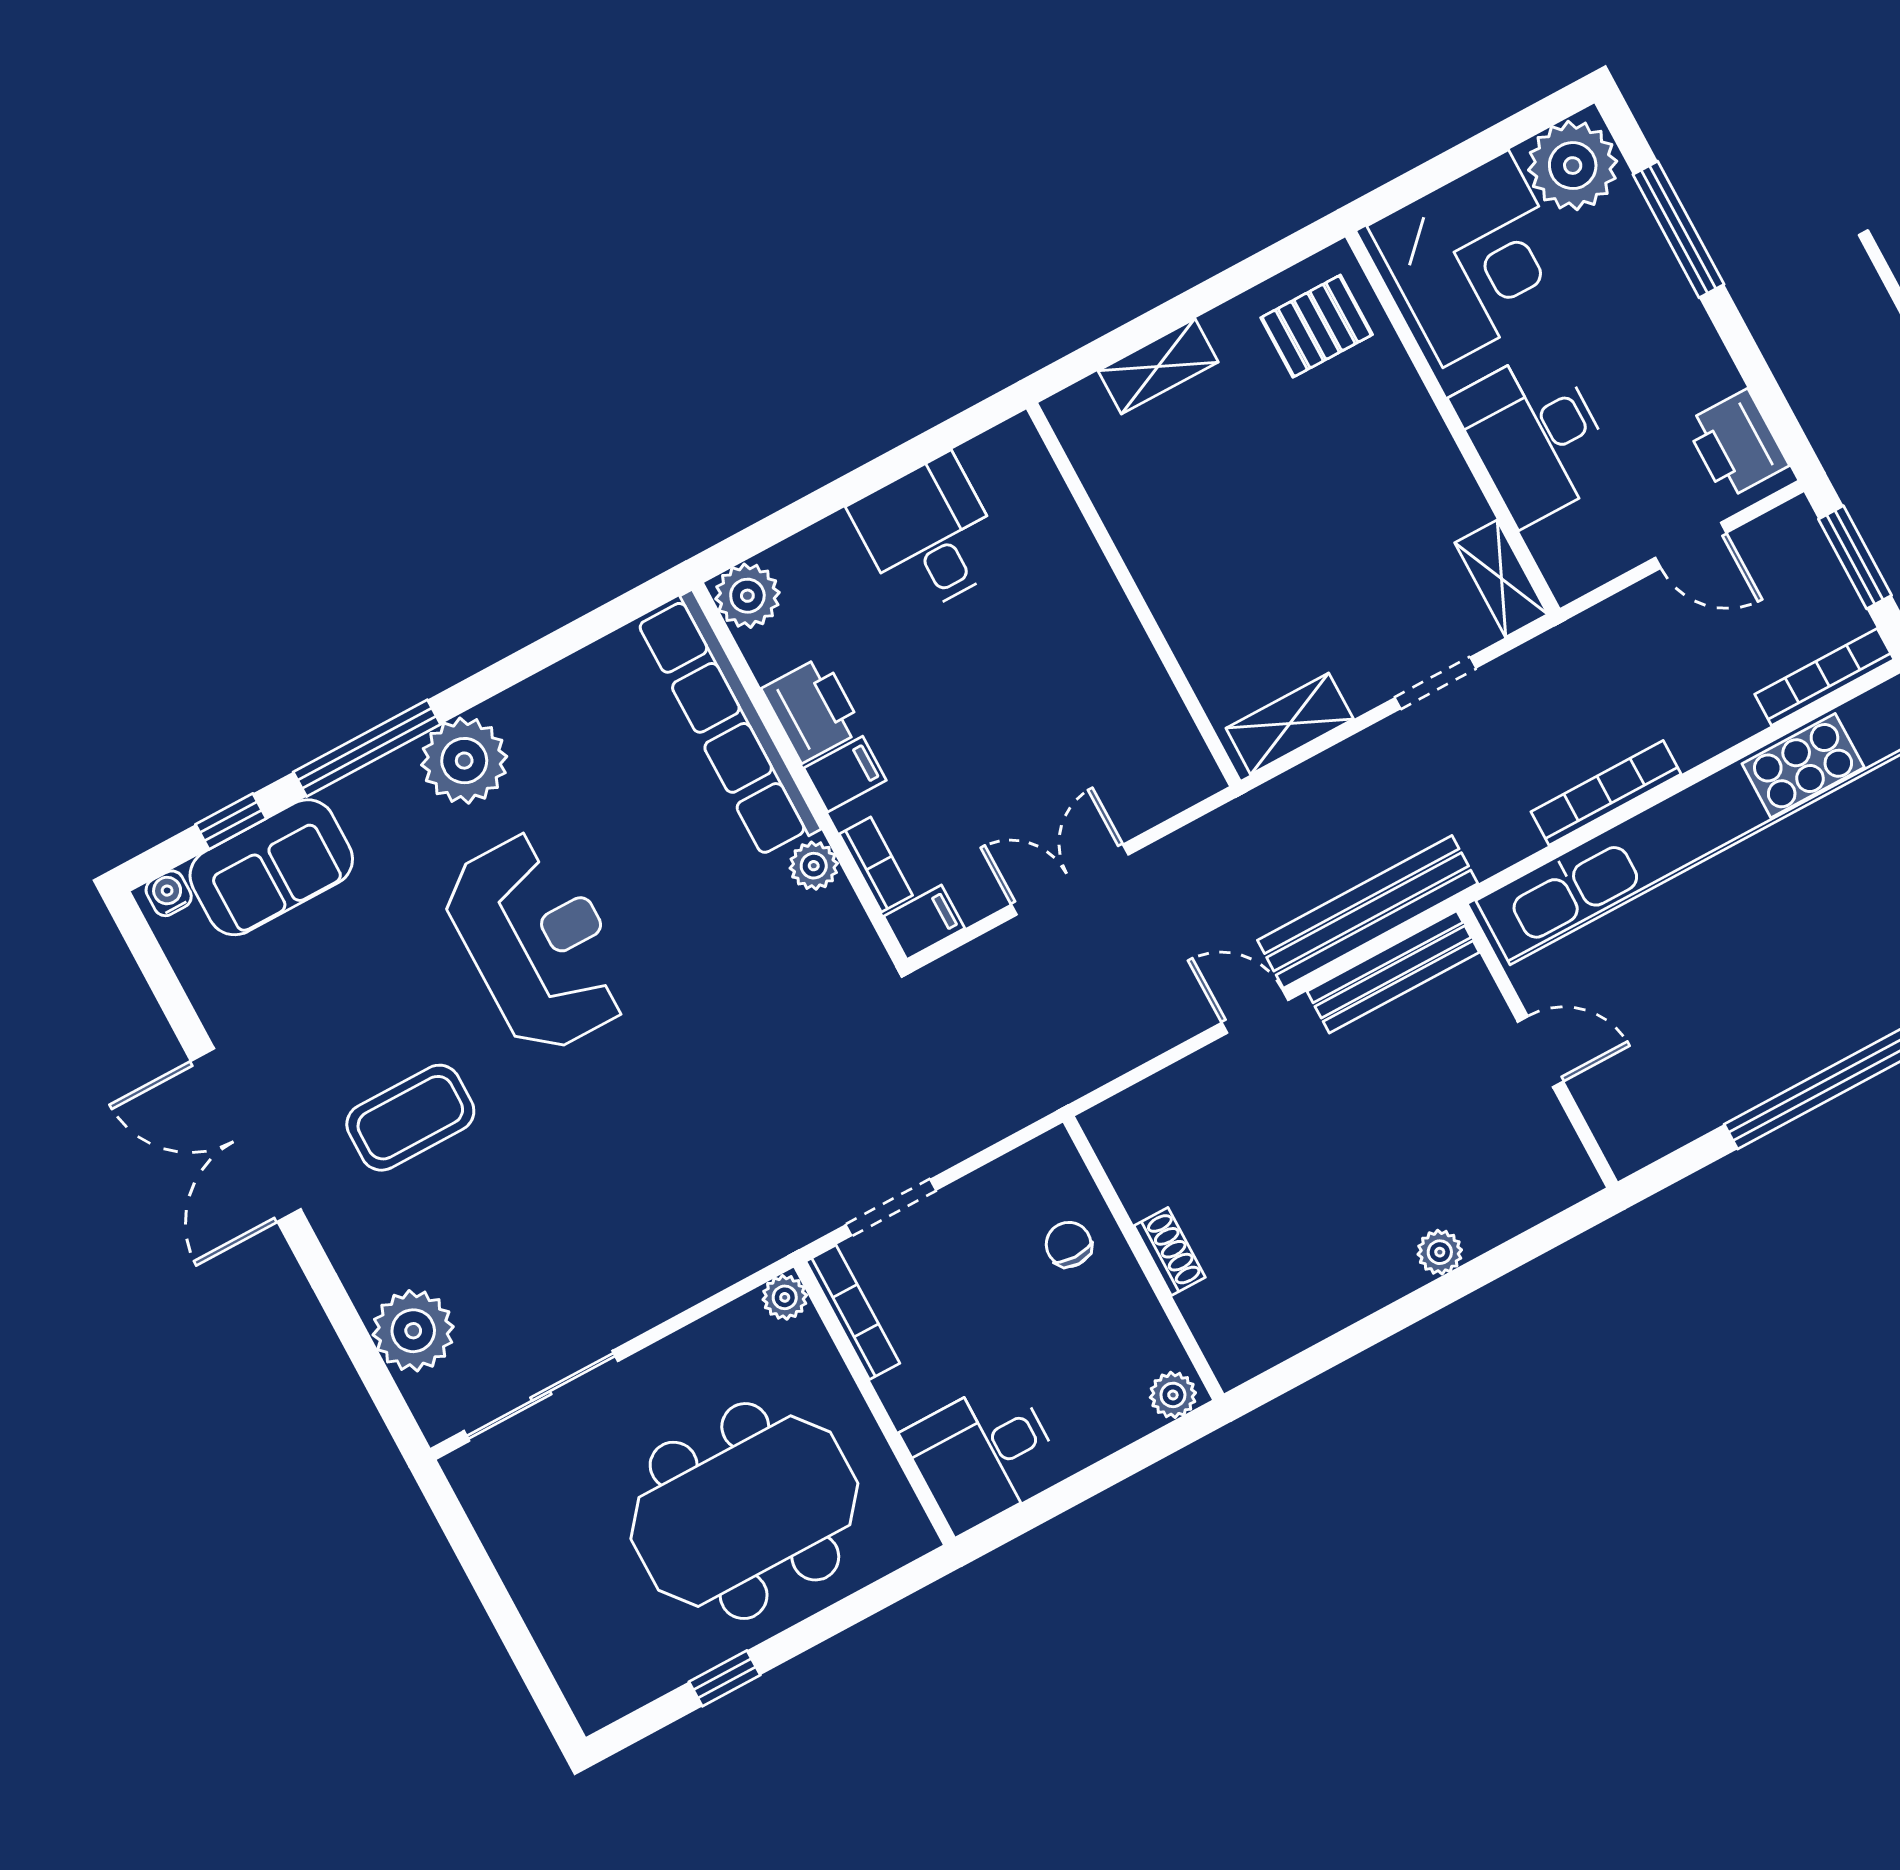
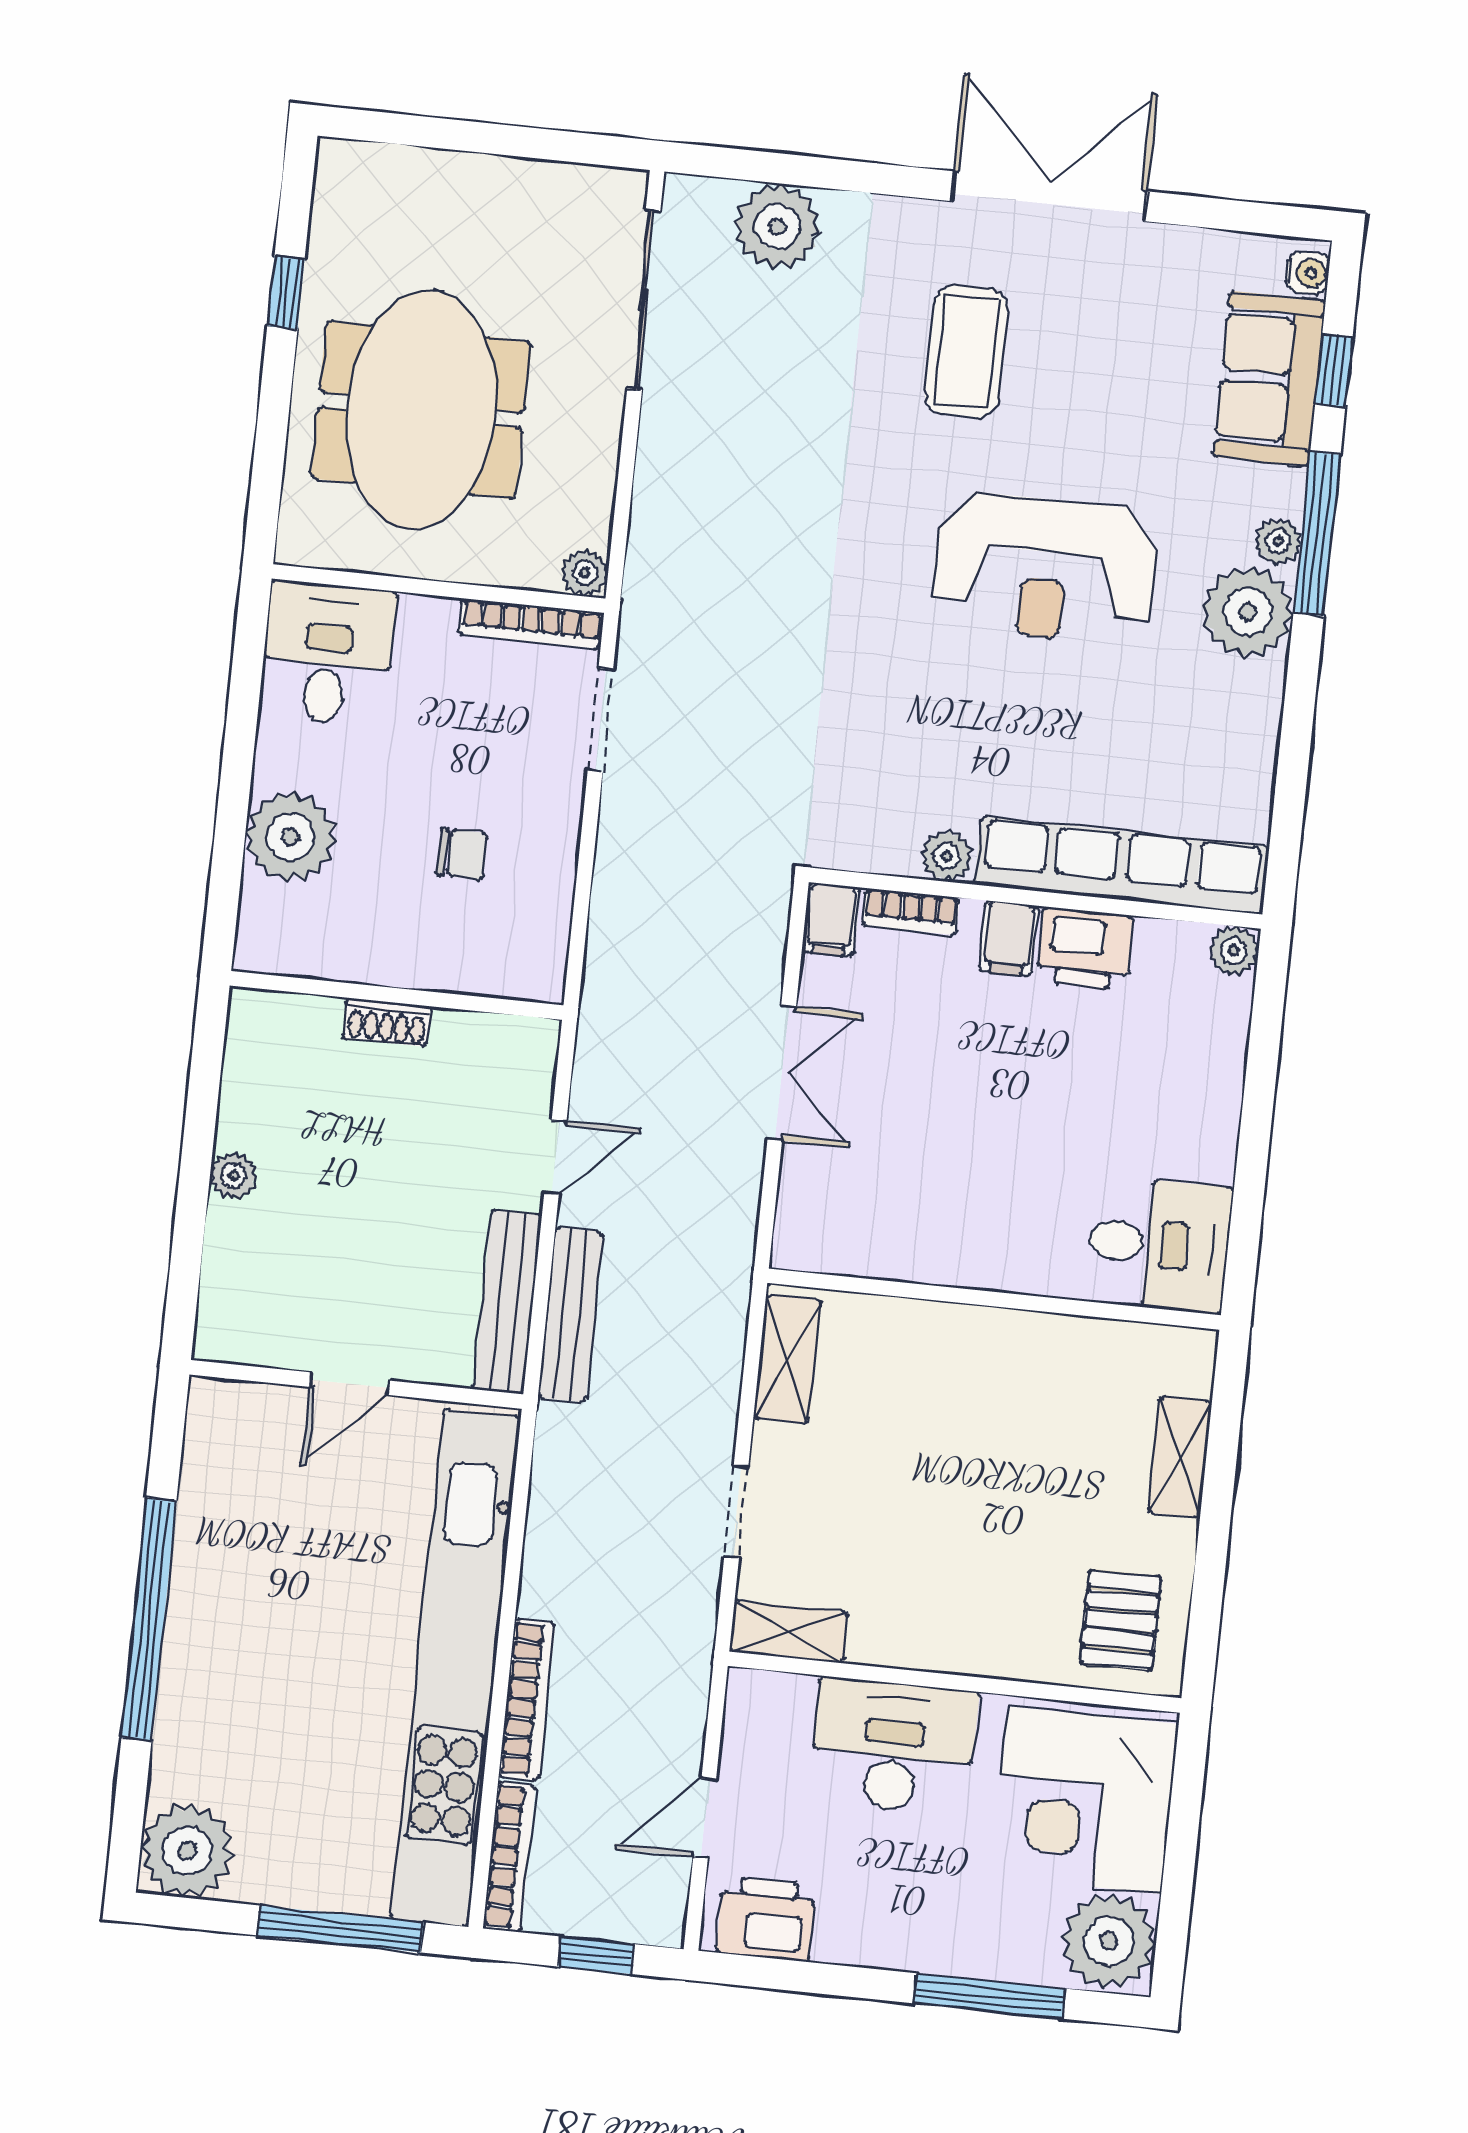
desk: (929, 535) -> (1159, 1245), moved
window: (1855, 557) -> (596, 1955), width x0.67
plant: (747, 596) -> (1234, 951), width x0.73, depth x0.73
plant: (393, 775) -> (1278, 541), added
bookcase: (1606, 793) -> (527, 1699), moved
bench: (1368, 912) -> (570, 1315), width x0.73, depth x0.82
shoe rack: (1170, 1251) -> (387, 1022), moved
wall: (1143, 1258) -> (397, 995), moved
plant: (1173, 1395) -> (291, 837), width x1.87, depth x1.87

